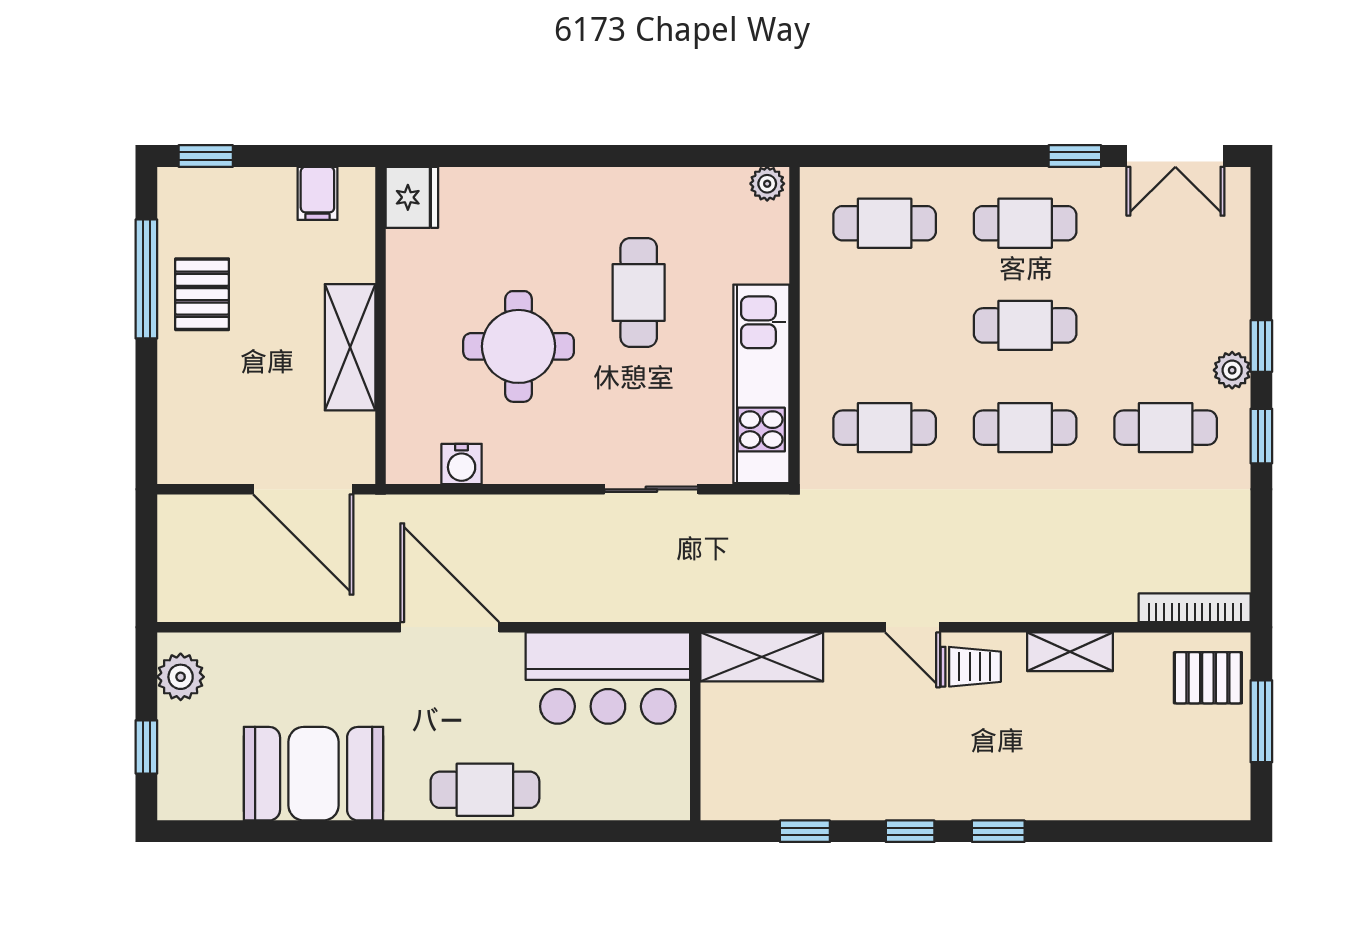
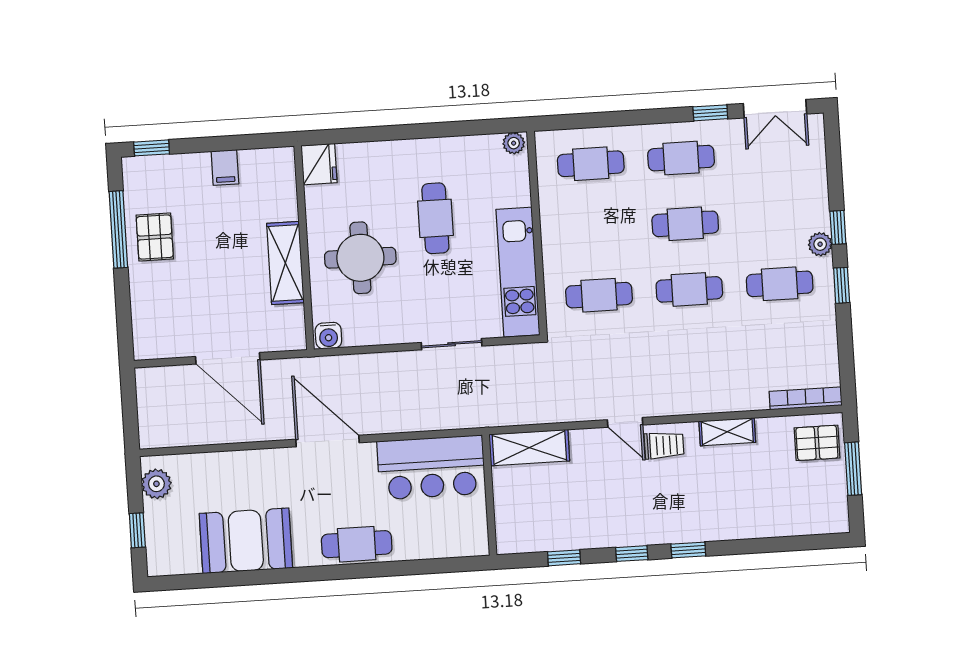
fridge: (412, 197) -> (319, 164), moved
wall: (381, 325) -> (304, 248), moved
shelving: (350, 347) -> (285, 263), moved

